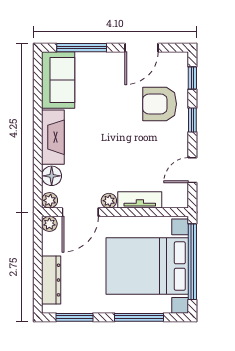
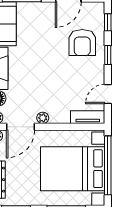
armchair: (160, 104) -> (82, 43), turned -90
tv unit: (140, 200) -> (88, 117), moved

